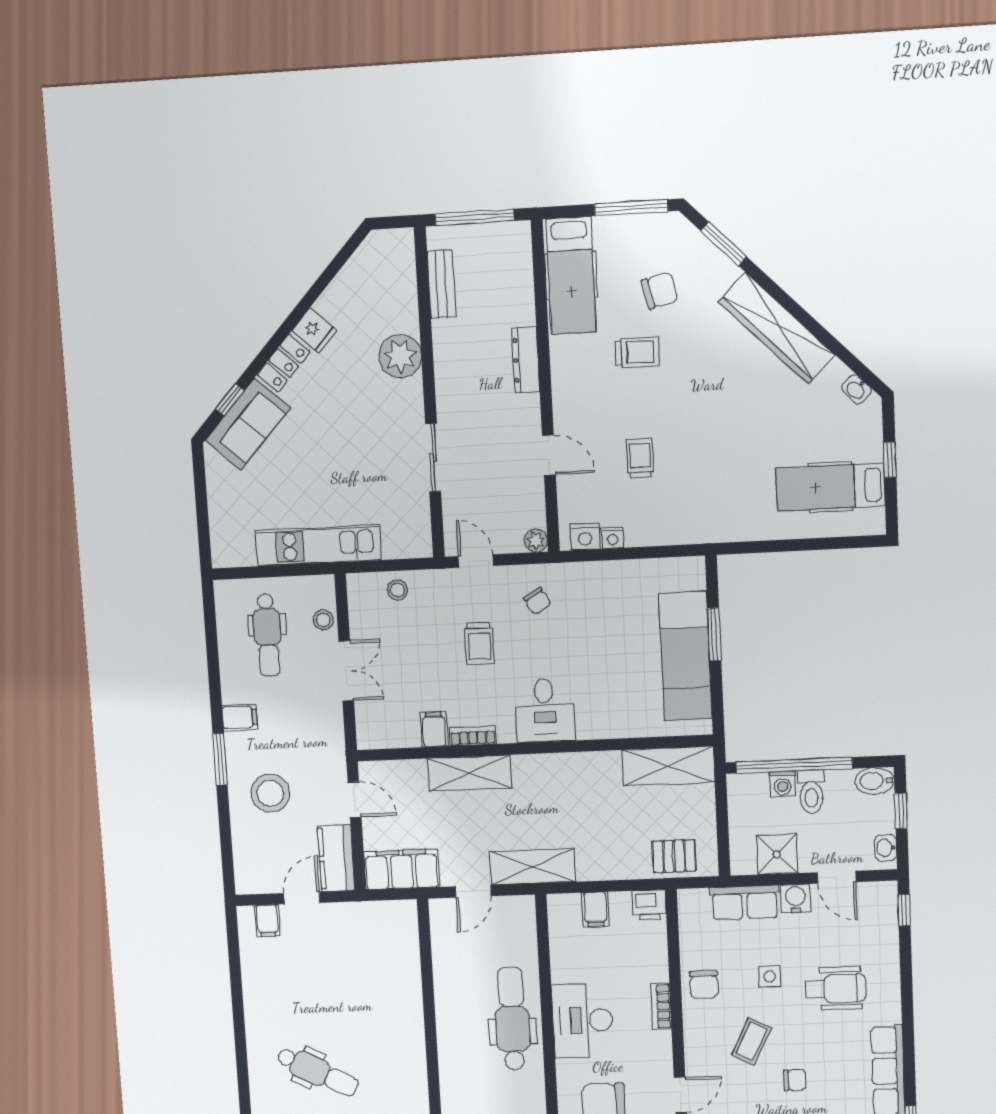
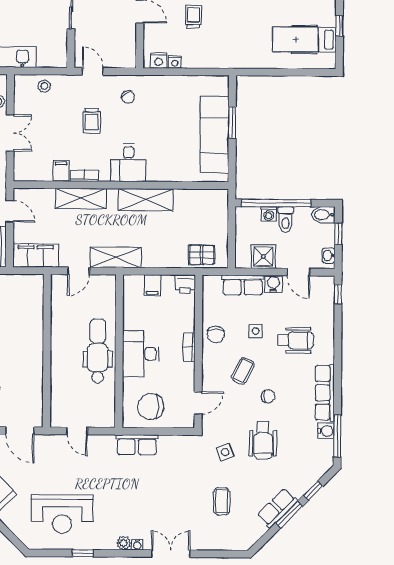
plant: (536, 541) -> (129, 61), removed
shelving: (668, 766) -> (146, 200), moved

